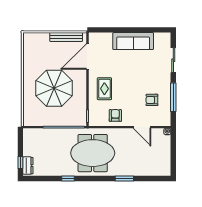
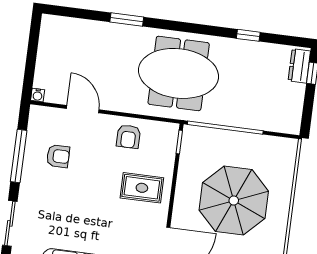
rug: (104, 89) -> (142, 188), turned 90
window: (68, 179) -> (248, 35), moved

